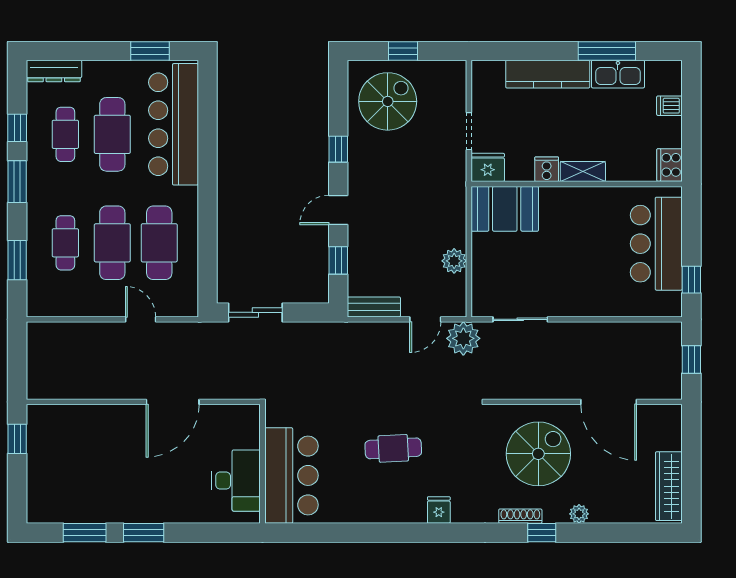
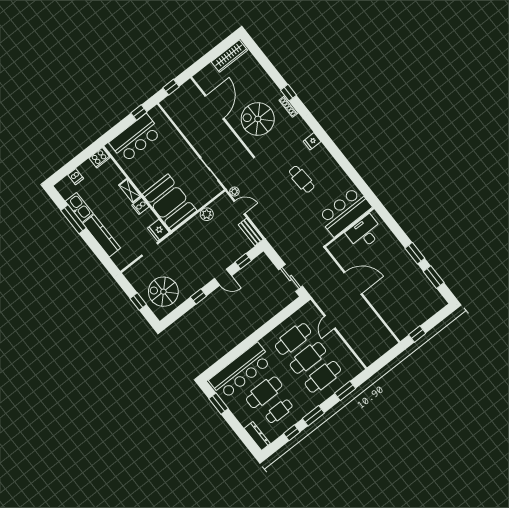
booth: (505, 209) -> (170, 202), width x1.36, depth x1.42
cafe table: (65, 243) -> (323, 377), width x1.37, depth x1.35
plant: (463, 338) -> (234, 192), width x0.53, depth x0.53
plant: (579, 514) -> (269, 83), removed

